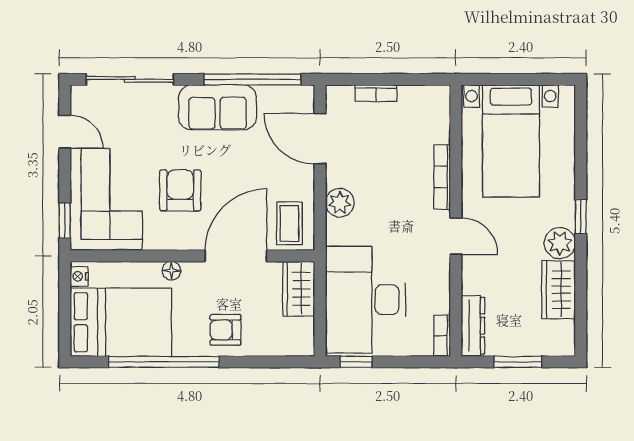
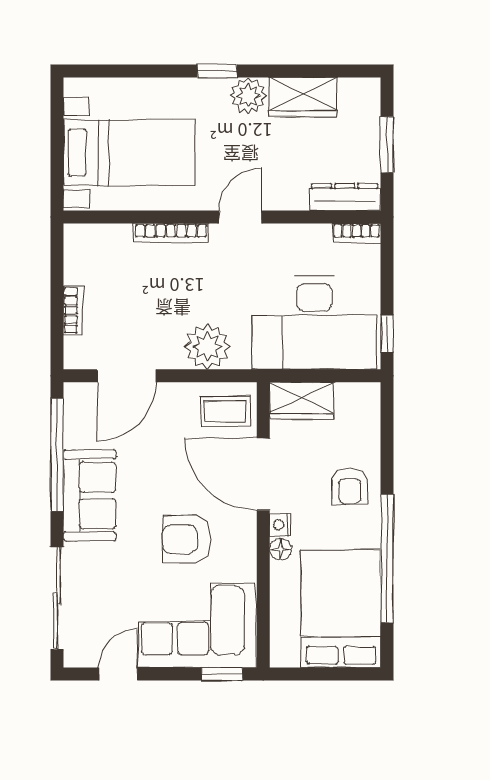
plant: (340, 203) -> (207, 347), width x1.36, depth x1.36
nightstand: (79, 276) -> (280, 525), moved, turned 90

